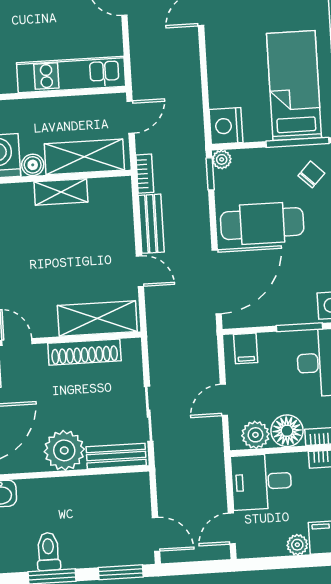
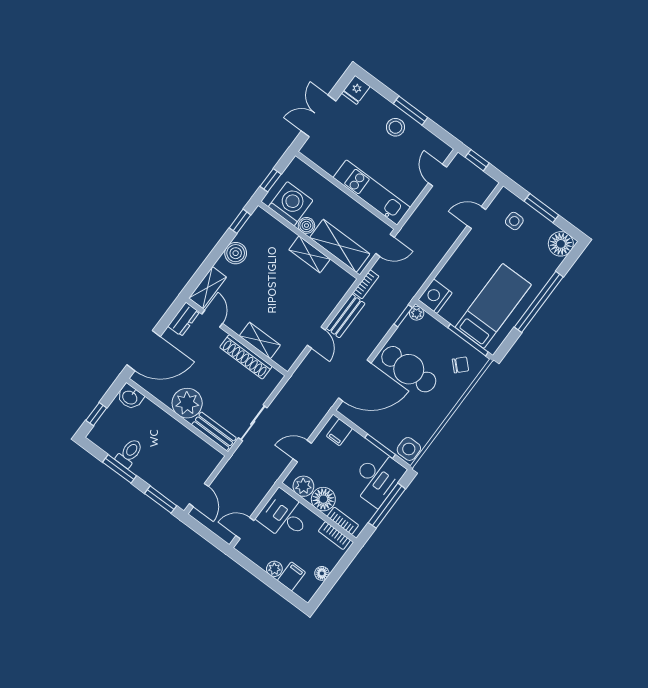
shelving: (97, 318) -> (260, 340), width x0.67, depth x0.75

